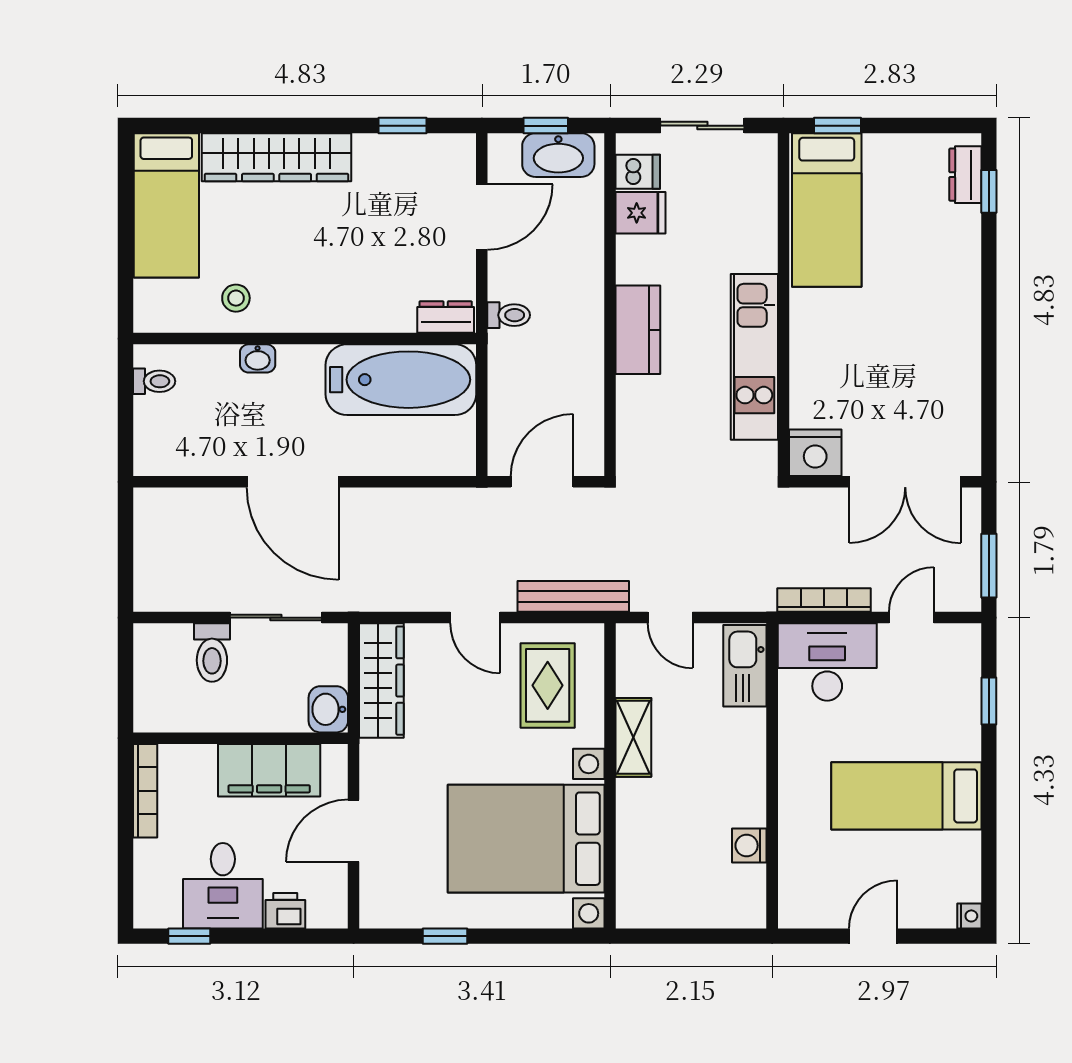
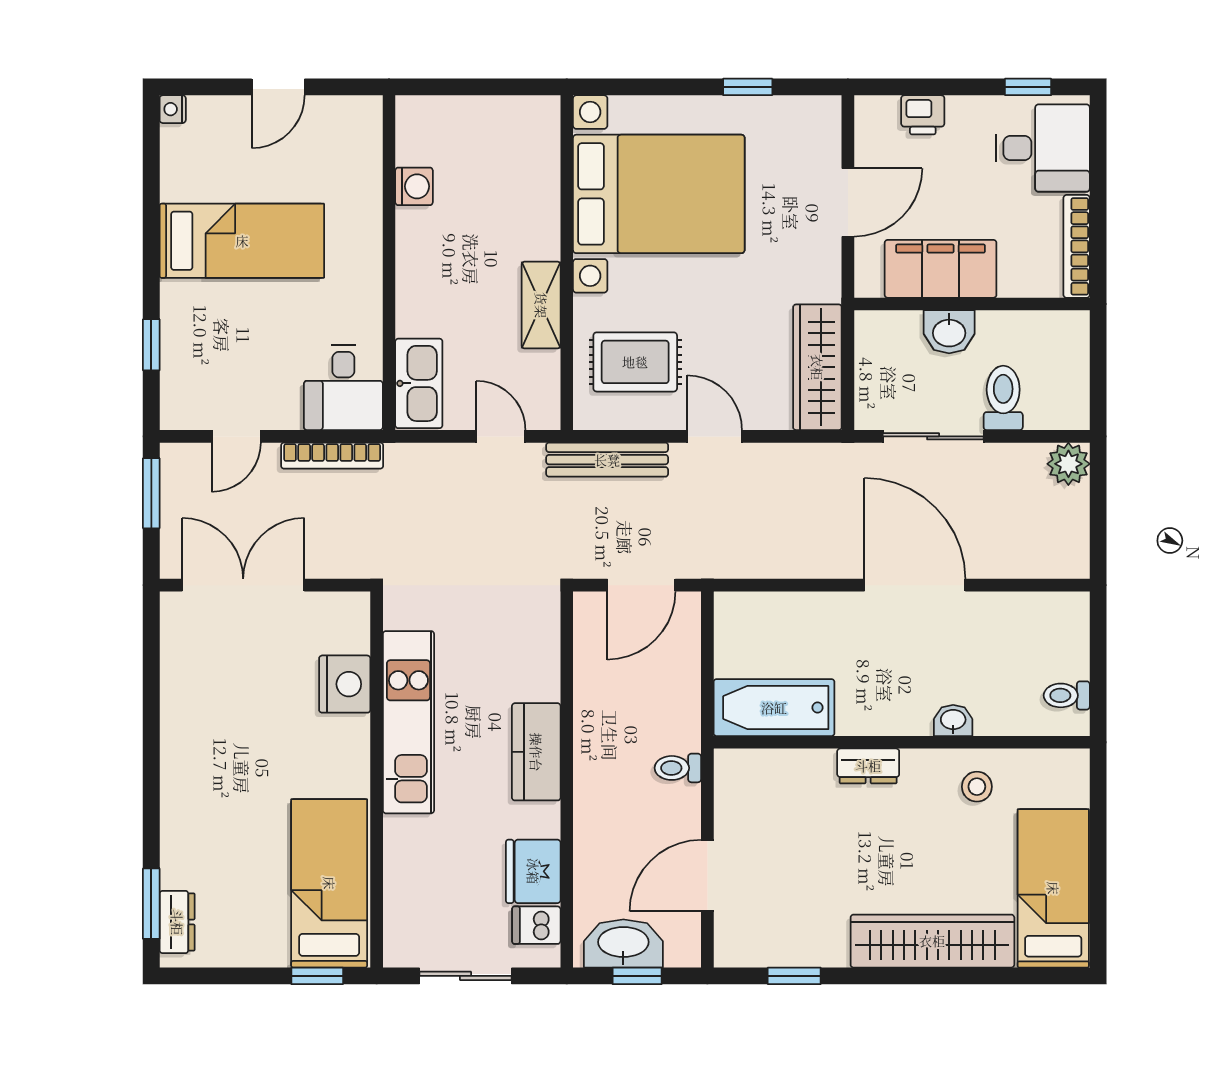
window: (989, 191) -> (151, 904), width x1.50
fridge: (641, 213) -> (533, 871), width x1.38
dresser: (446, 317) -> (868, 766), moved
bathtub: (401, 380) -> (774, 708), width x0.73, depth x0.73
nightstand: (815, 453) -> (345, 684), moved, turned 90
plant: (152, 592) -> (1068, 464), added
desk: (827, 662) -> (343, 388), width x0.73
rug: (548, 685) -> (635, 362), turned 90
washbasin: (328, 709) -> (949, 332), moved, turned 90
desk: (223, 886) -> (1043, 148), moved, turned 90

